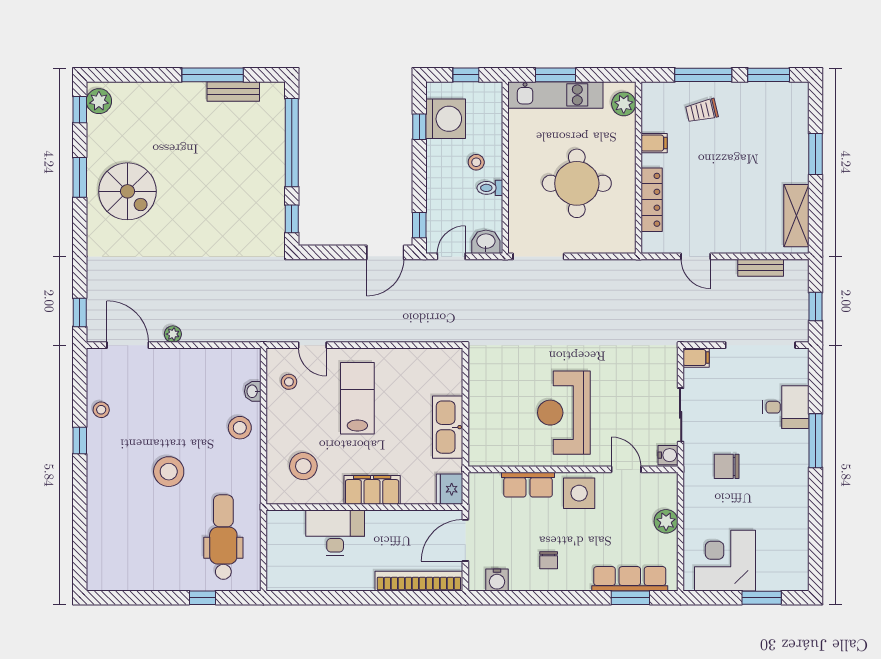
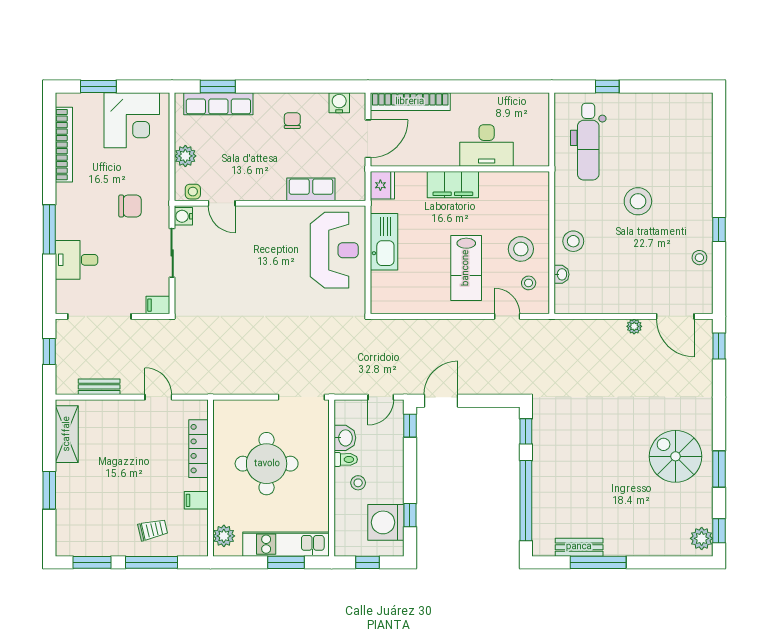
washbasin: (486, 242) -> (345, 438), moved, turned -90
reception desk: (564, 413) -> (334, 250), moved
stool: (303, 466) -> (521, 249), moved
side table: (579, 493) -> (193, 192), moved, width x0.54, depth x0.54
bookcase: (800, 534) -> (64, 145), added

